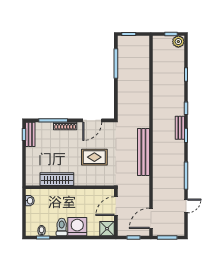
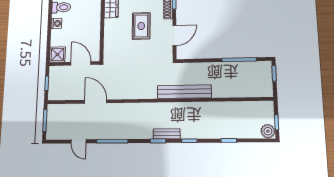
door: (92, 120) -> (174, 35), swing flipped
bench: (143, 152) -> (184, 92), moved
rug: (94, 157) -> (141, 26), moved
door: (151, 218) -> (96, 102), moved
washing machine: (77, 227) -> (56, 23), width x0.53, depth x0.53

